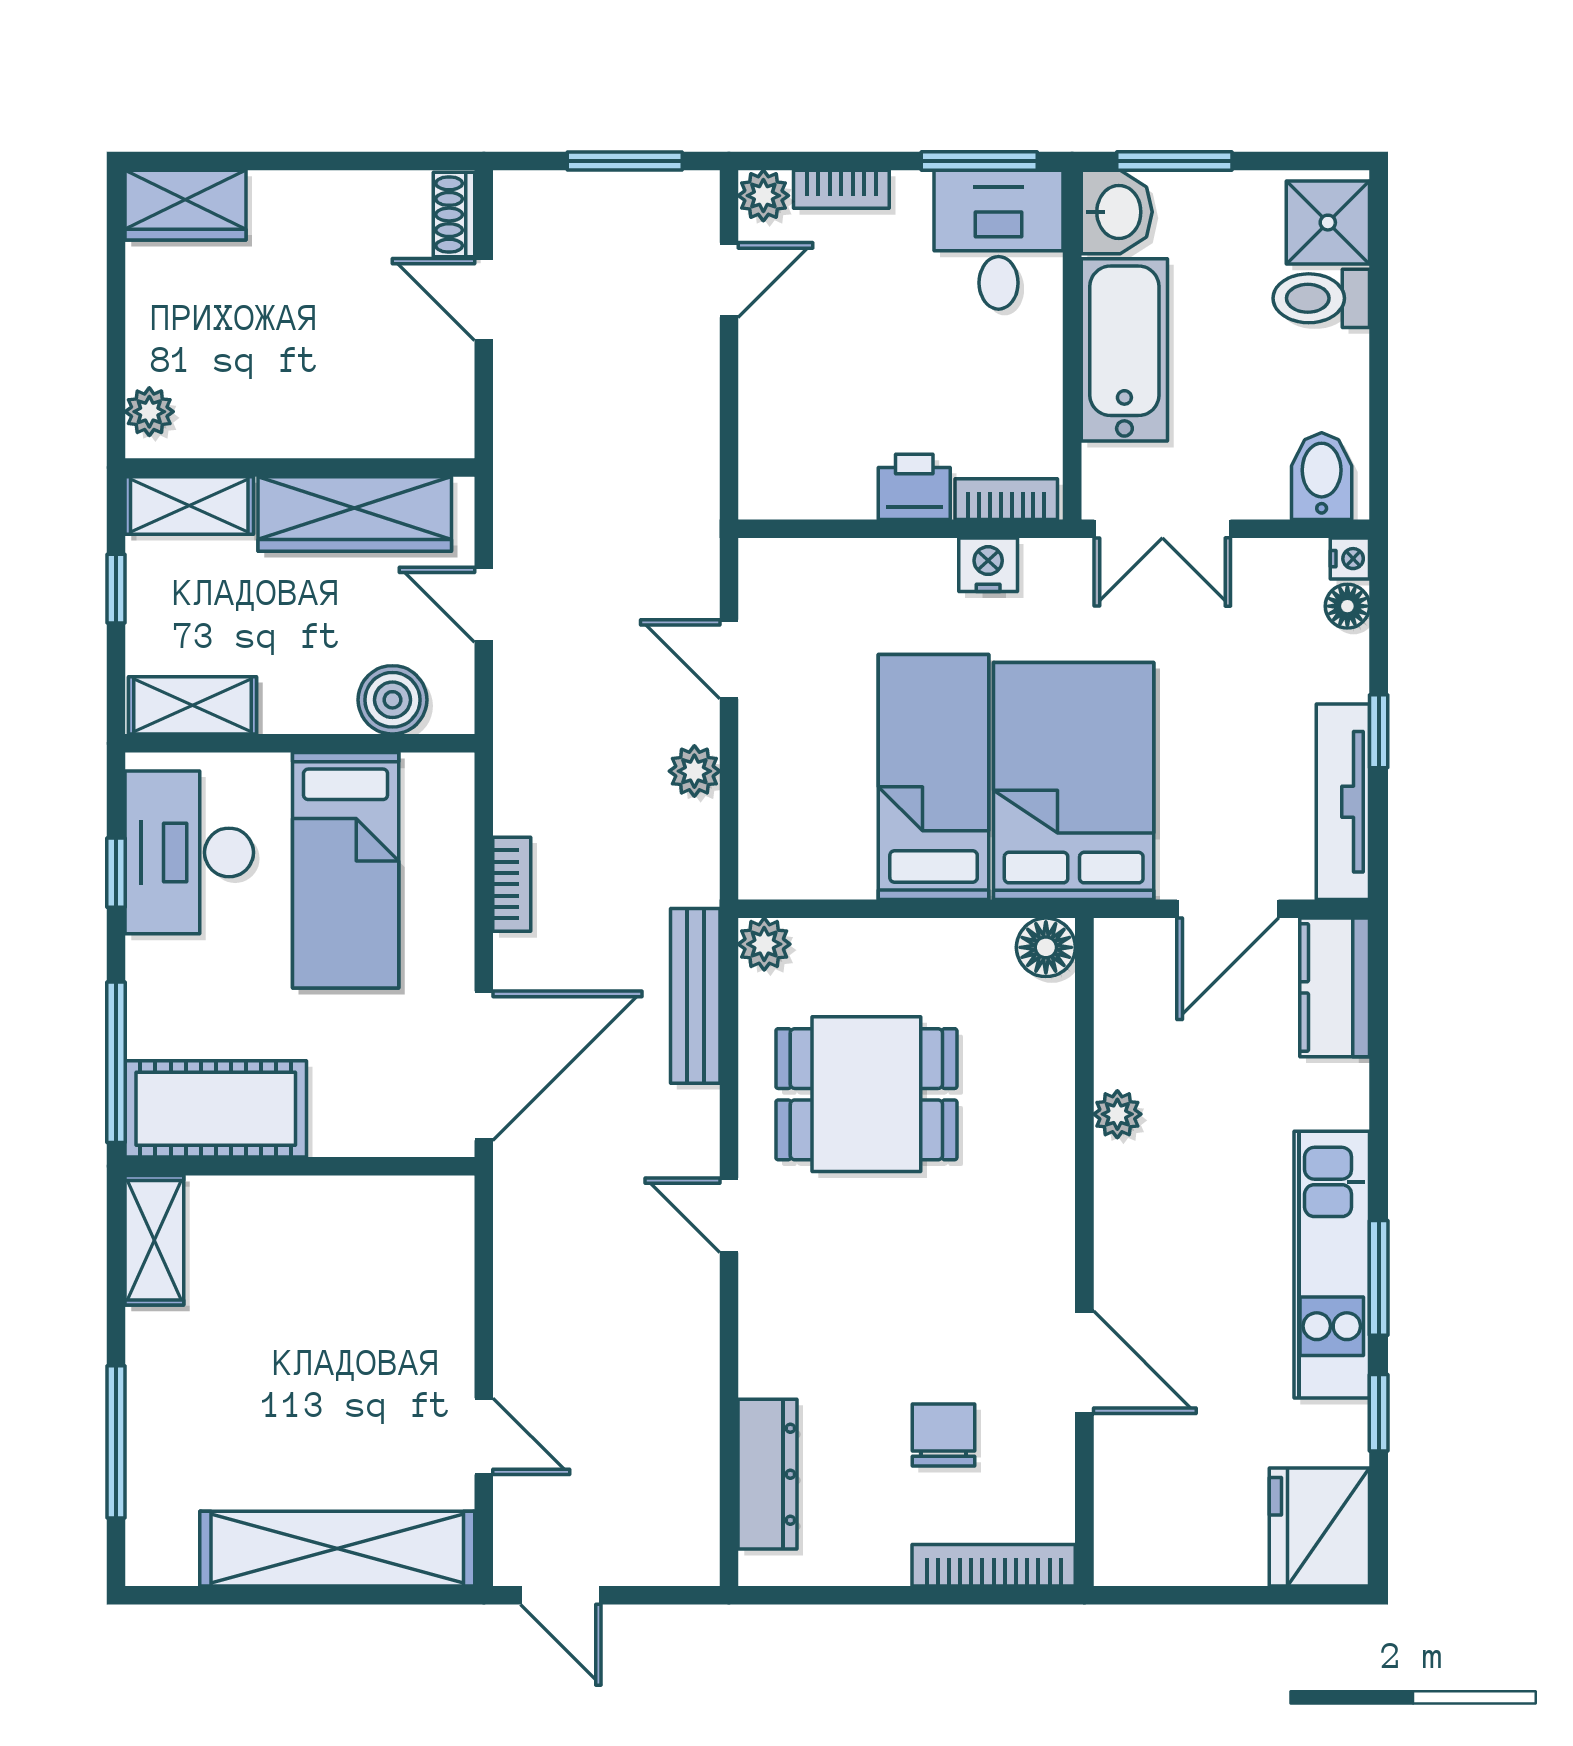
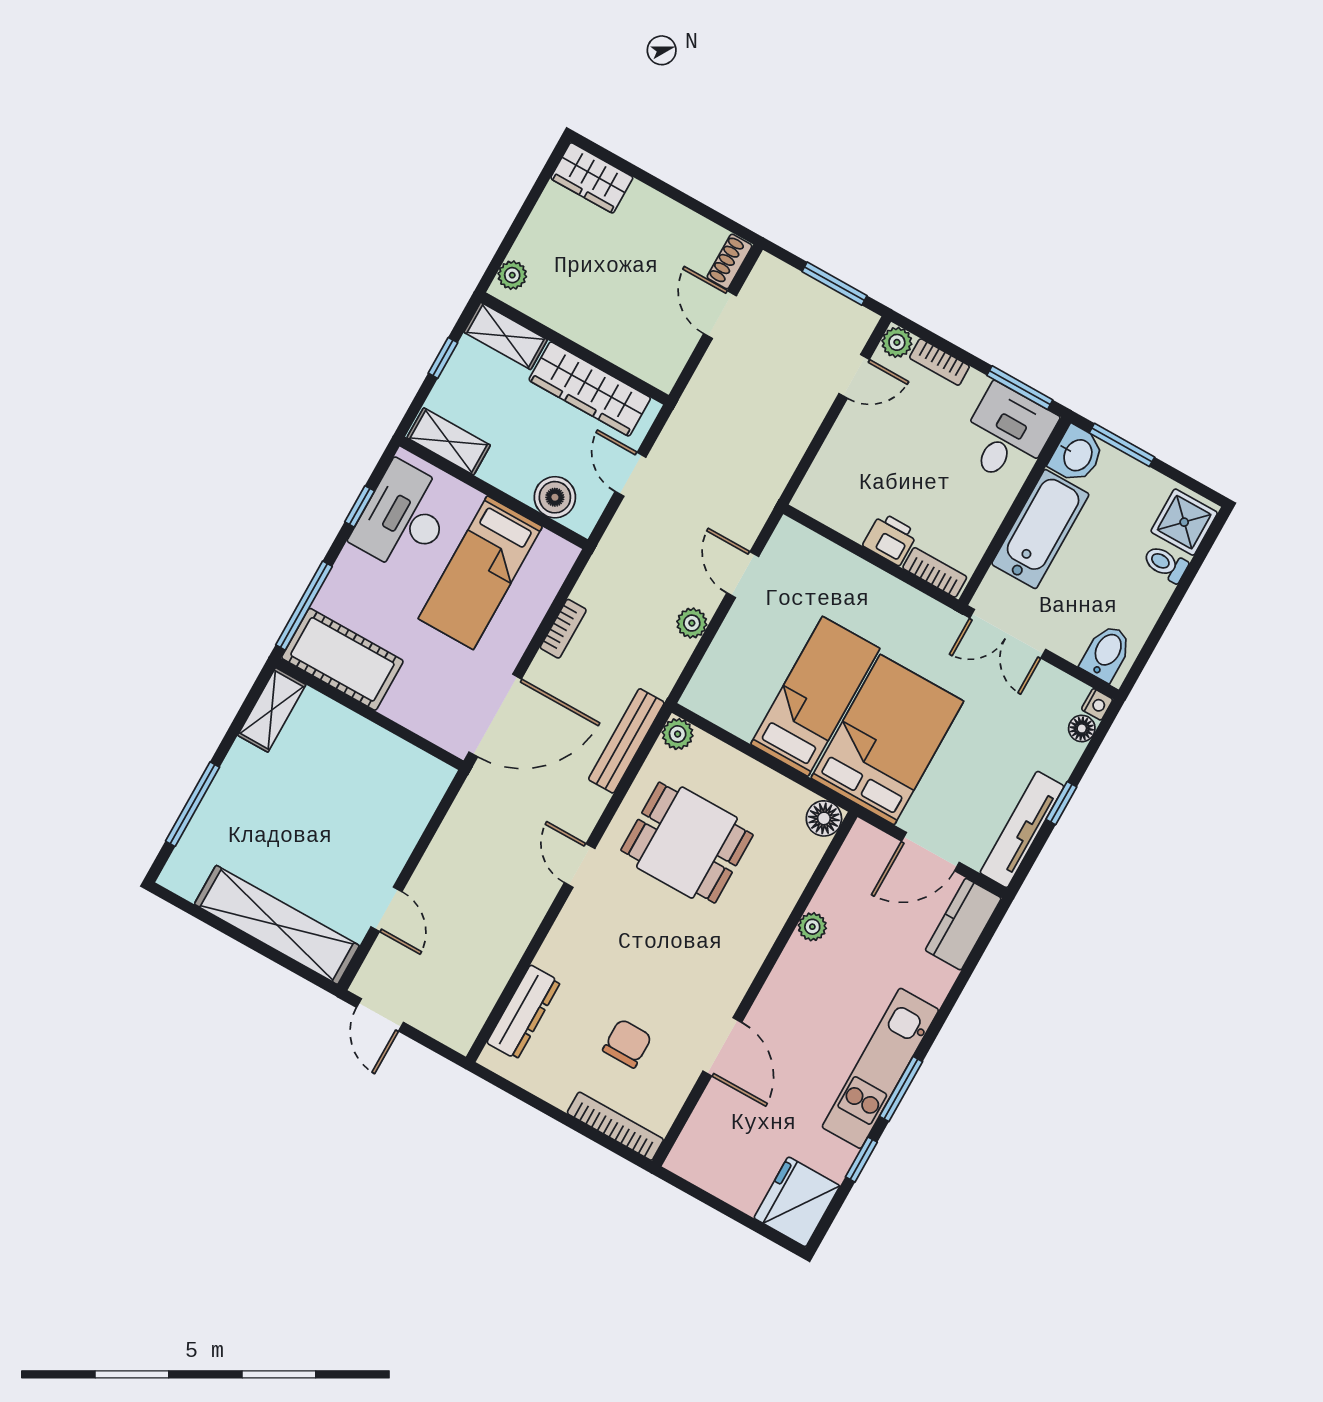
toilet: (1321, 298) -> (1165, 564), width x0.73, depth x0.72
nightstand: (988, 565) -> (906, 601), removed

